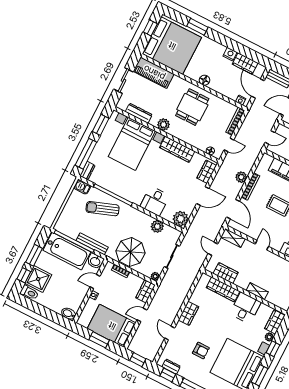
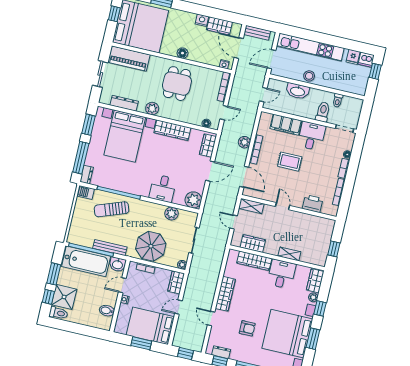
wardrobe: (188, 313) -> (225, 294), width x1.50
bidet: (69, 314) -> (107, 311), moved

